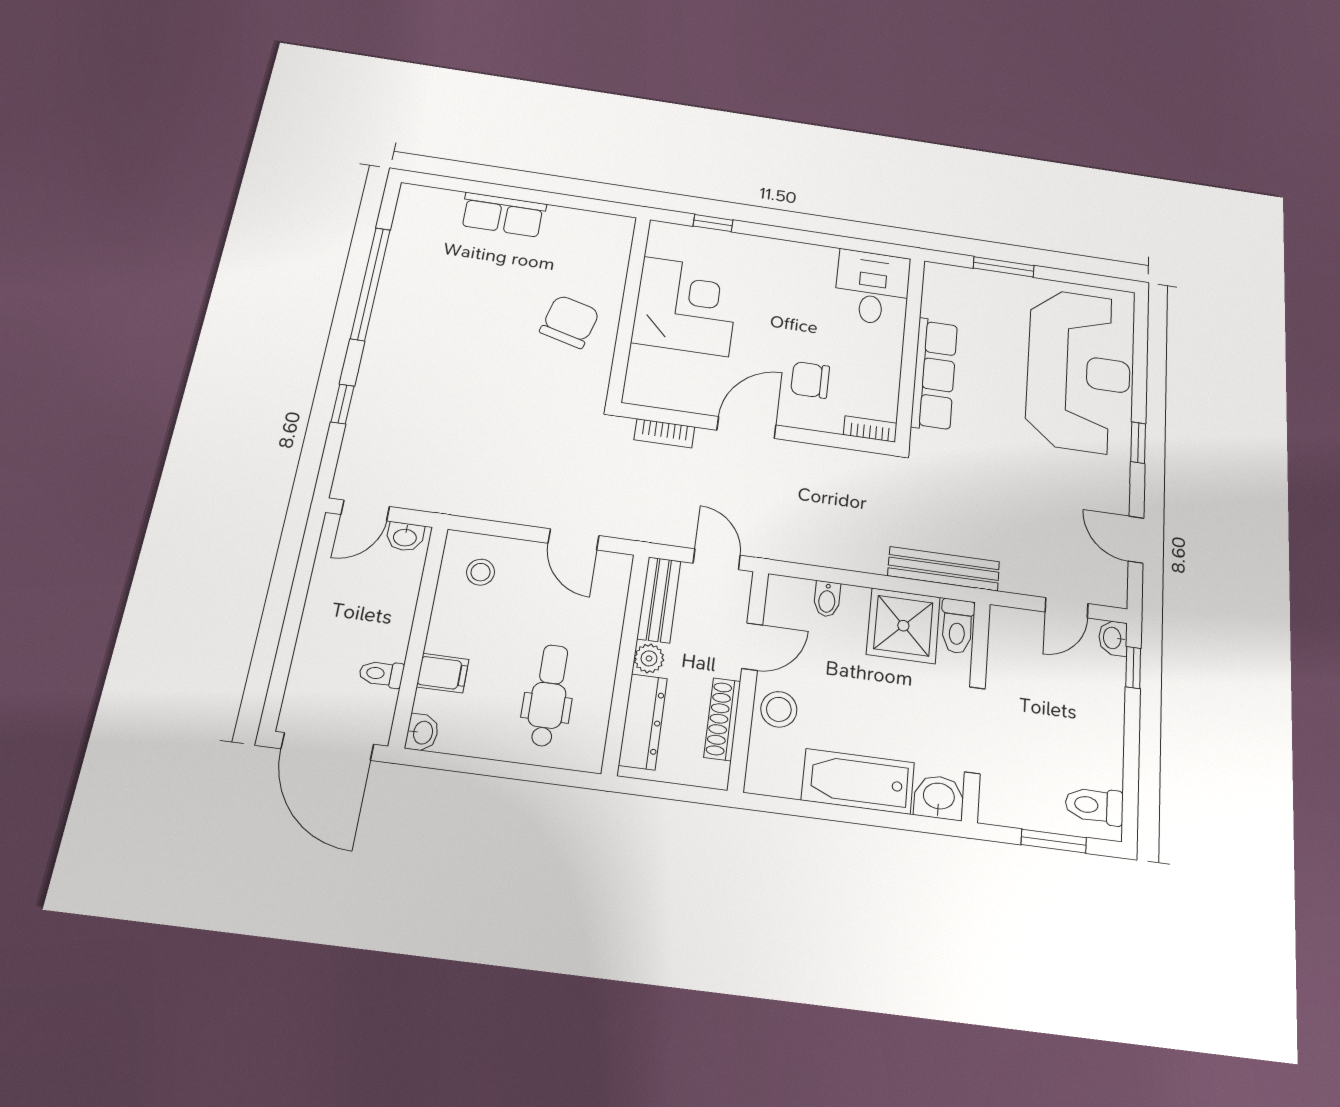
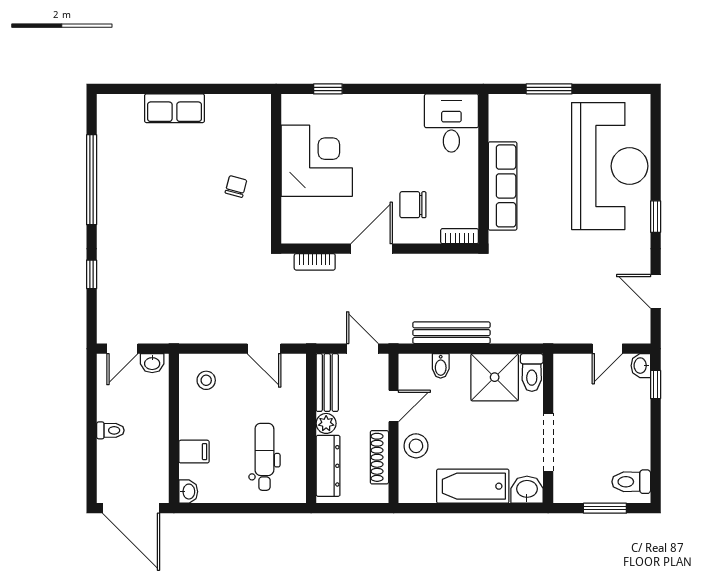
chair: (570, 322) -> (236, 186), width x0.54, depth x0.54
bench: (944, 569) -> (451, 333), moved
toilet: (381, 674) -> (110, 430), moved, turned 180

